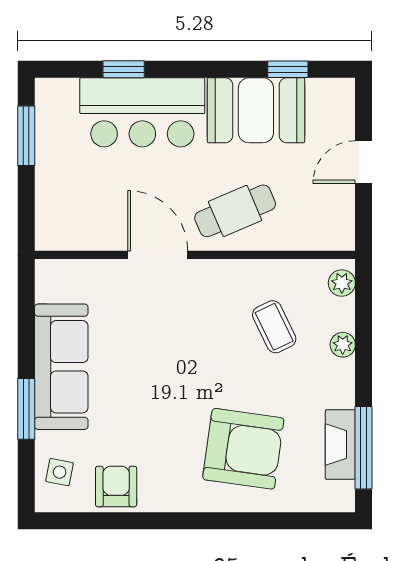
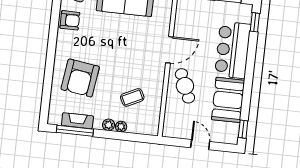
window: (124, 69) -> (255, 22), moved
window: (288, 69) -> (243, 129), moved
plant: (342, 283) -> (109, 125), moved

